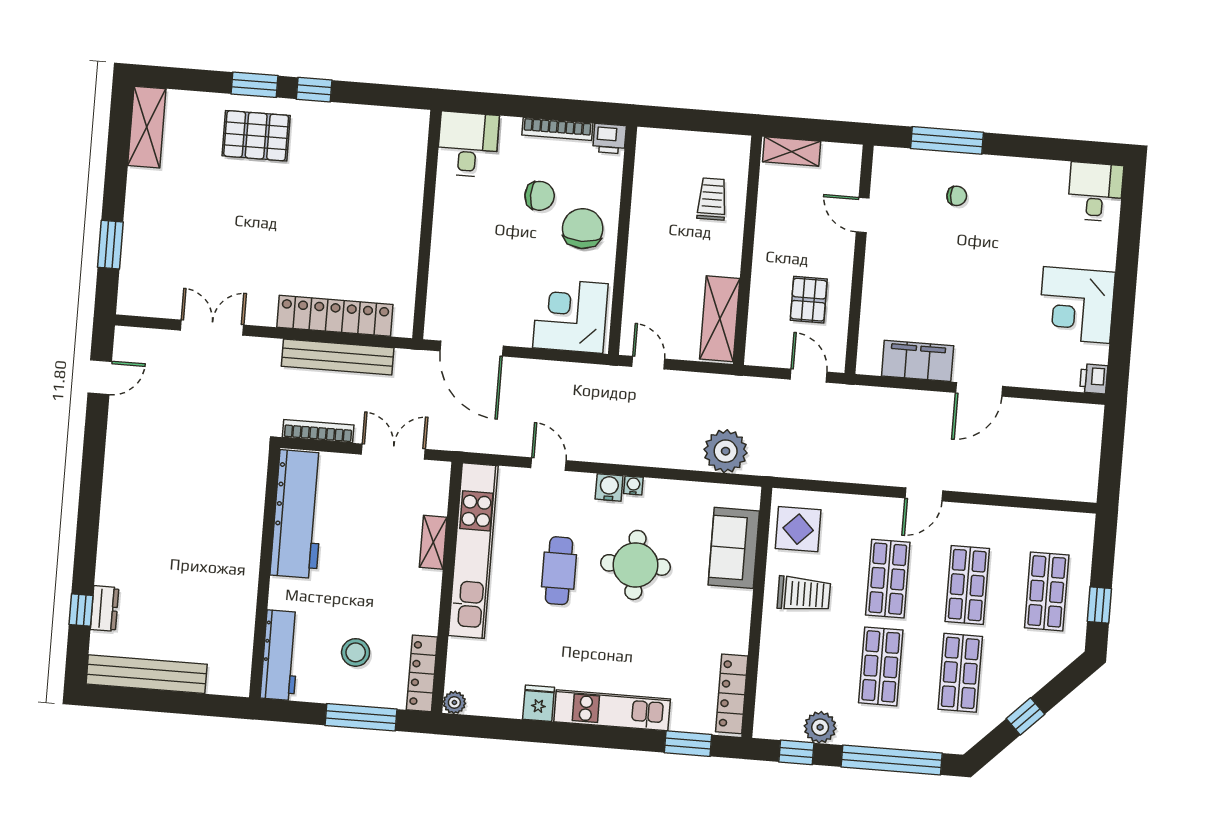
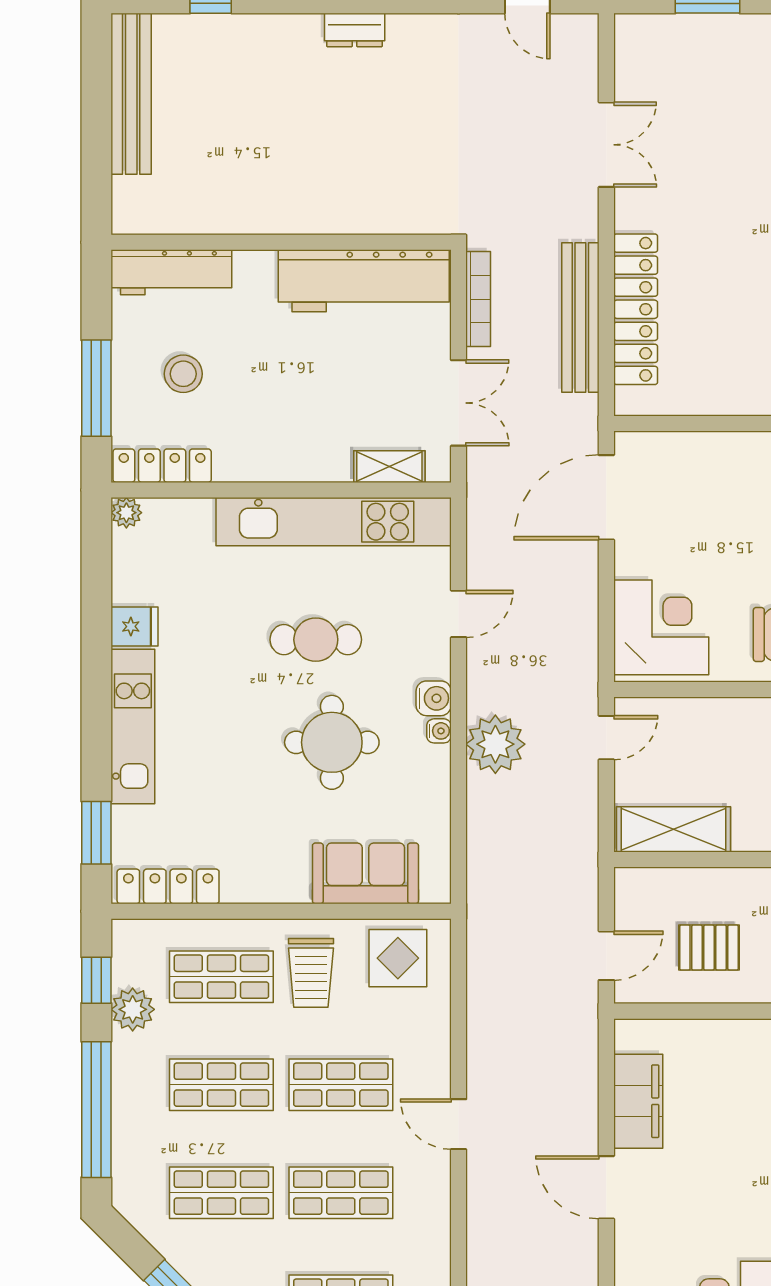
plant: (726, 451) -> (495, 744), moved
shelving: (433, 542) -> (389, 467), moved
dresser: (105, 609) -> (355, 30), moved
shop shelf: (801, 660) -> (221, 977), added

